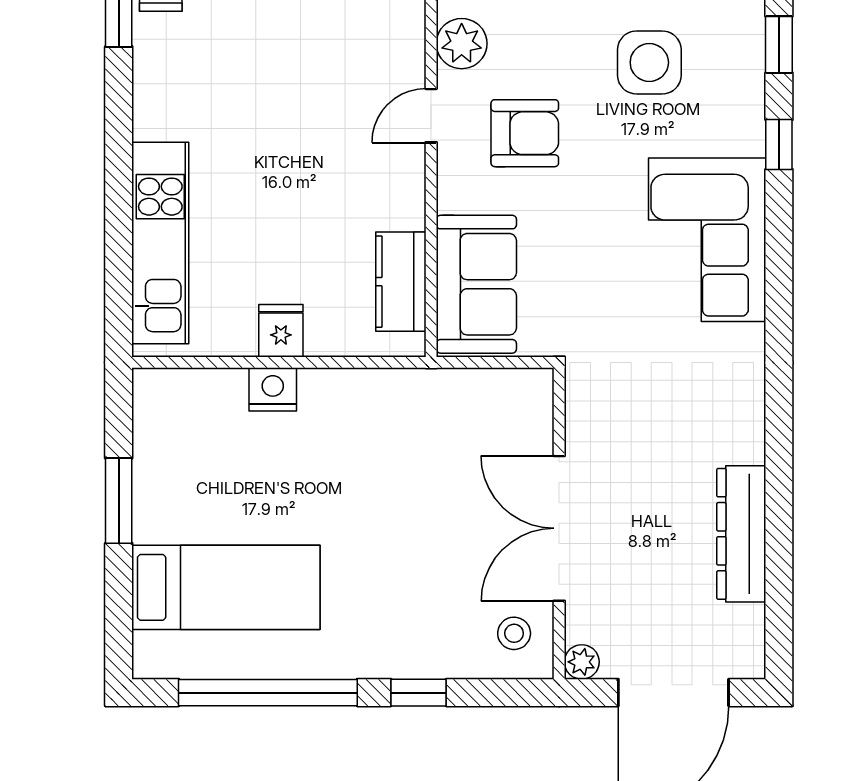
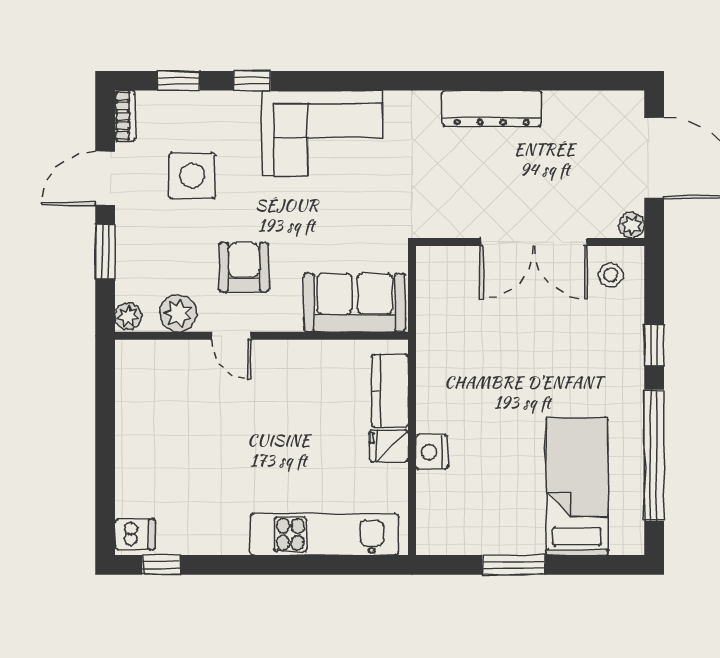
kitchen counter: (401, 282) -> (390, 391), moved, turned 90
dresser: (741, 534) -> (492, 108), moved

